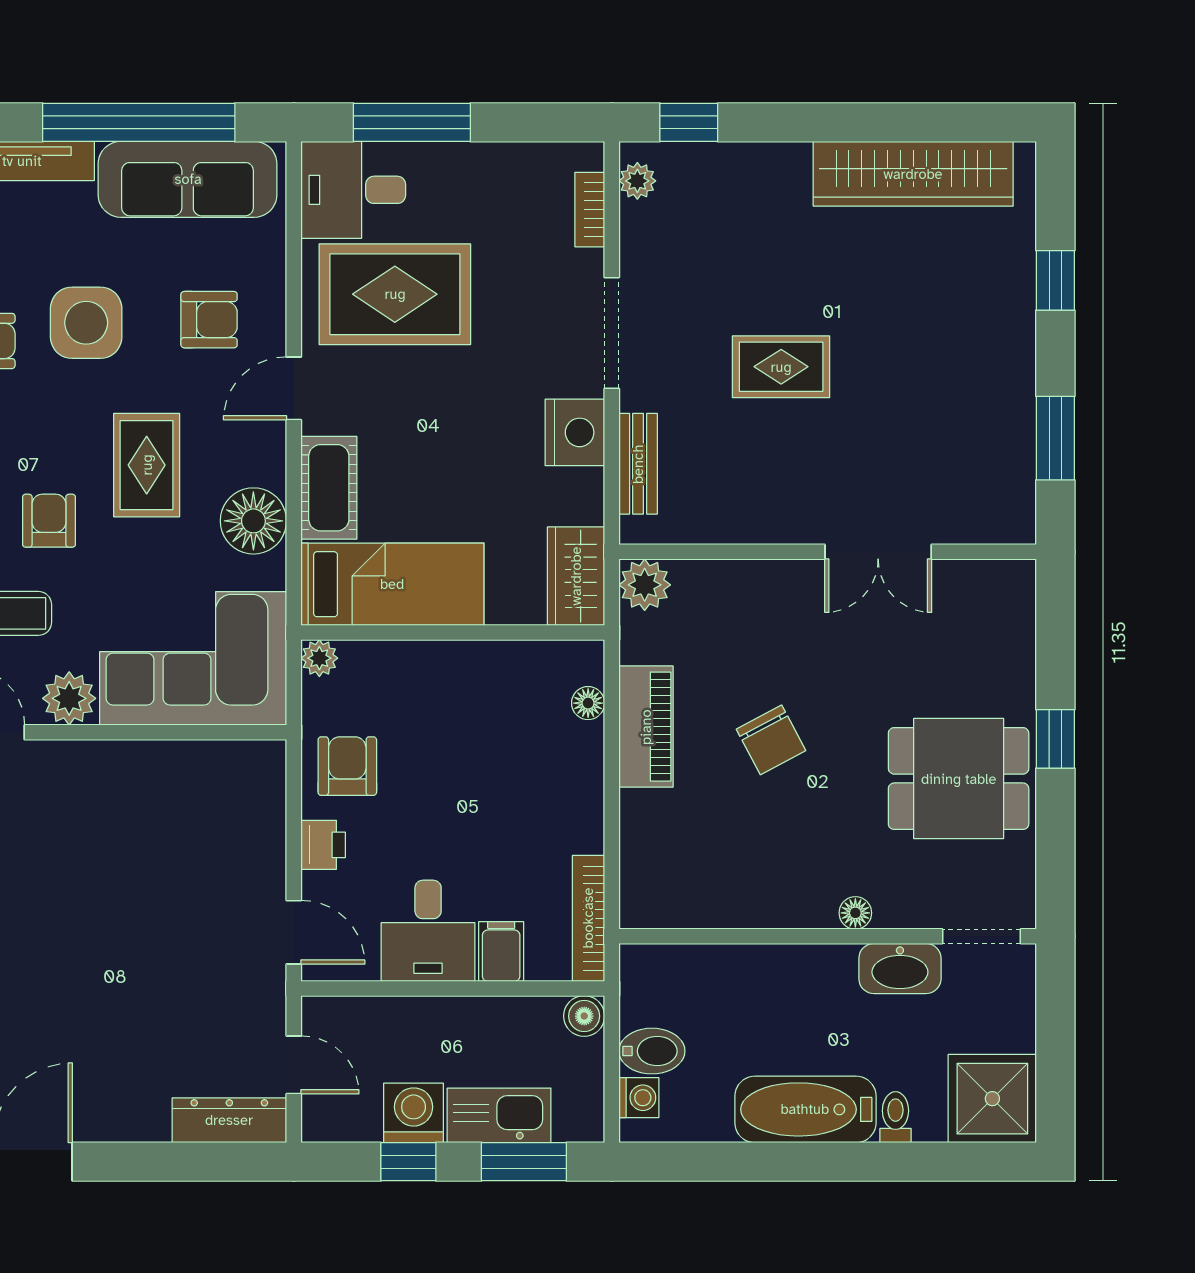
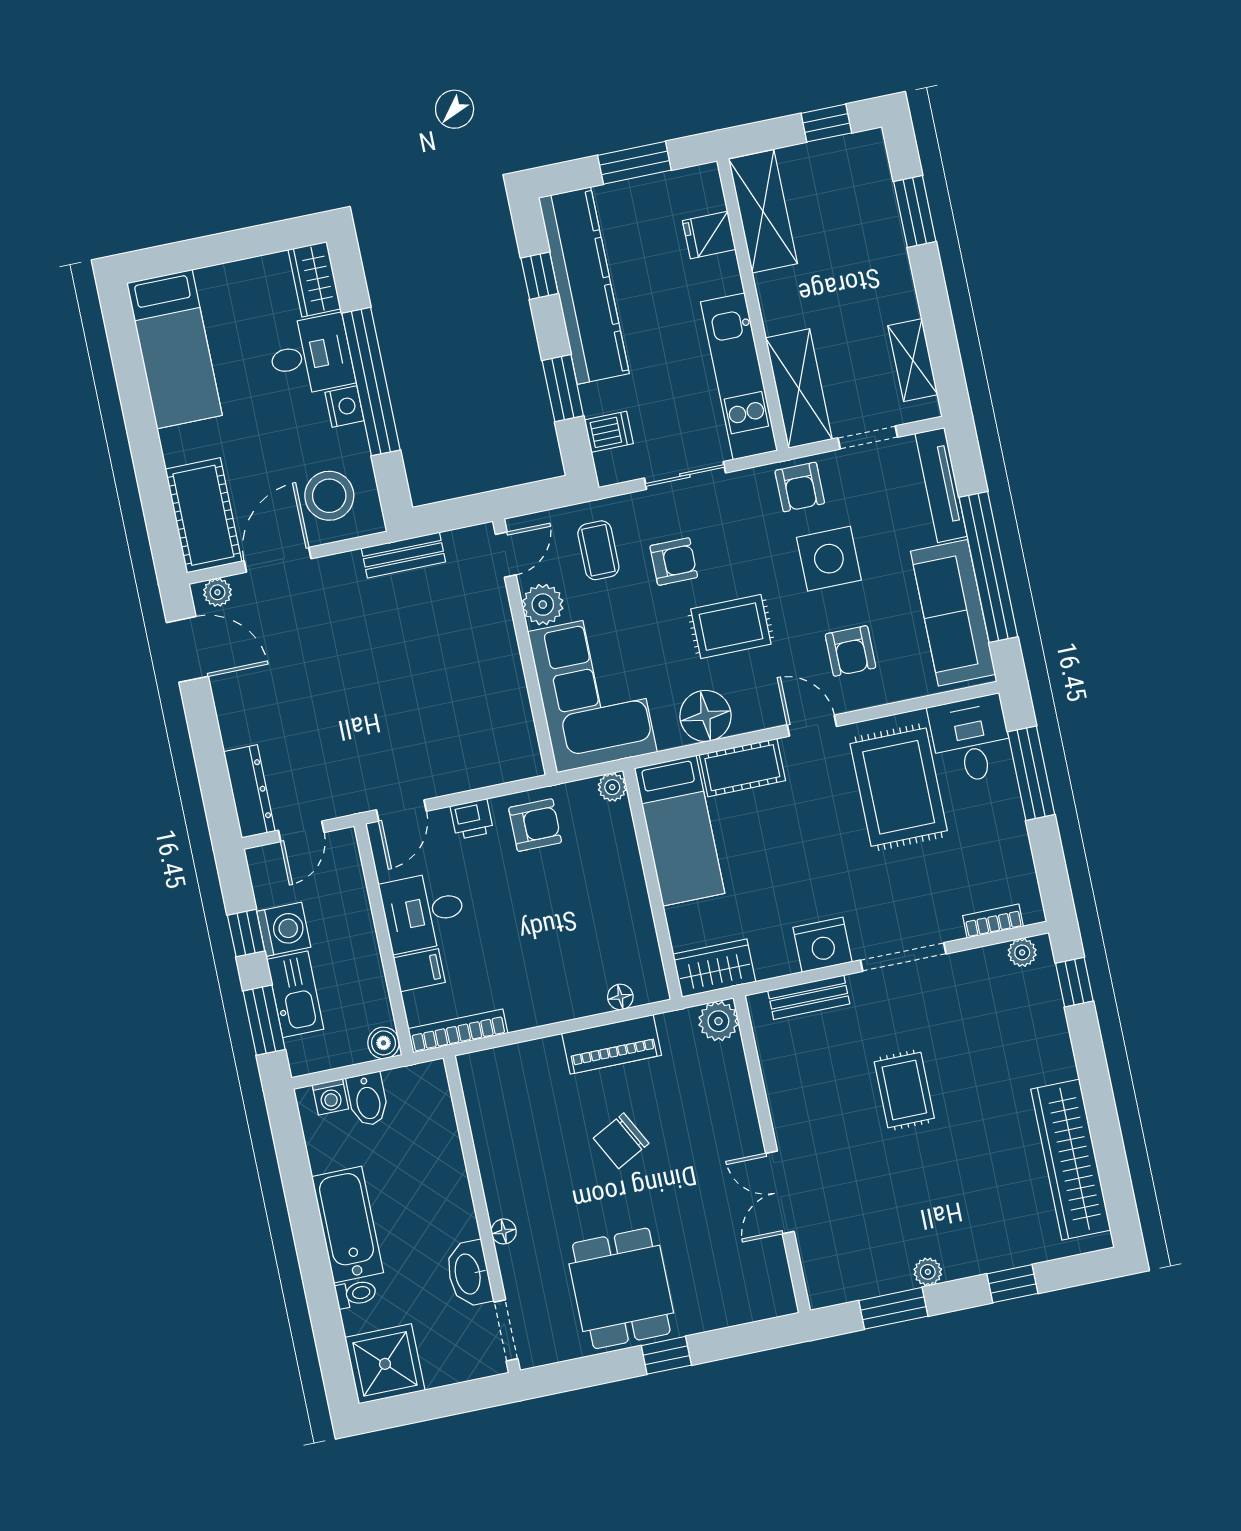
plant: (1018, 385) -> (928, 1272), added

